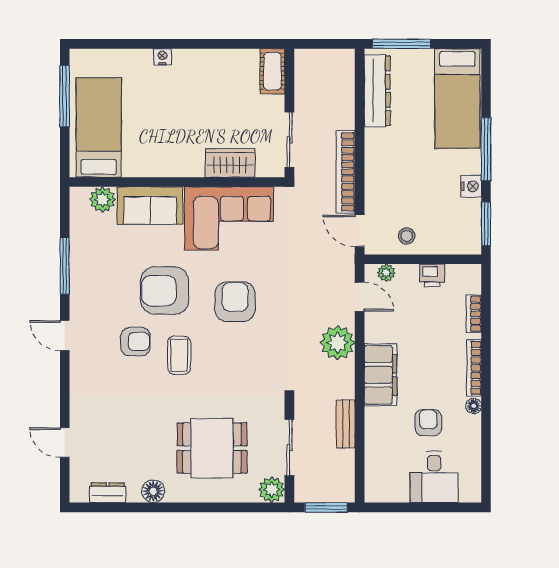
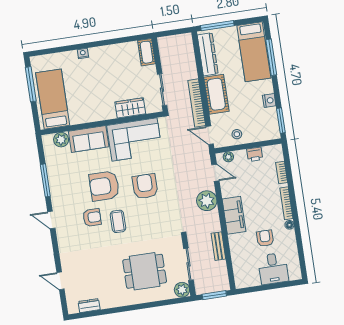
window: (486, 149) -> (271, 57), moved
cot: (382, 162) -> (216, 94), added
floor lamp: (153, 491) -> (115, 301), removed

